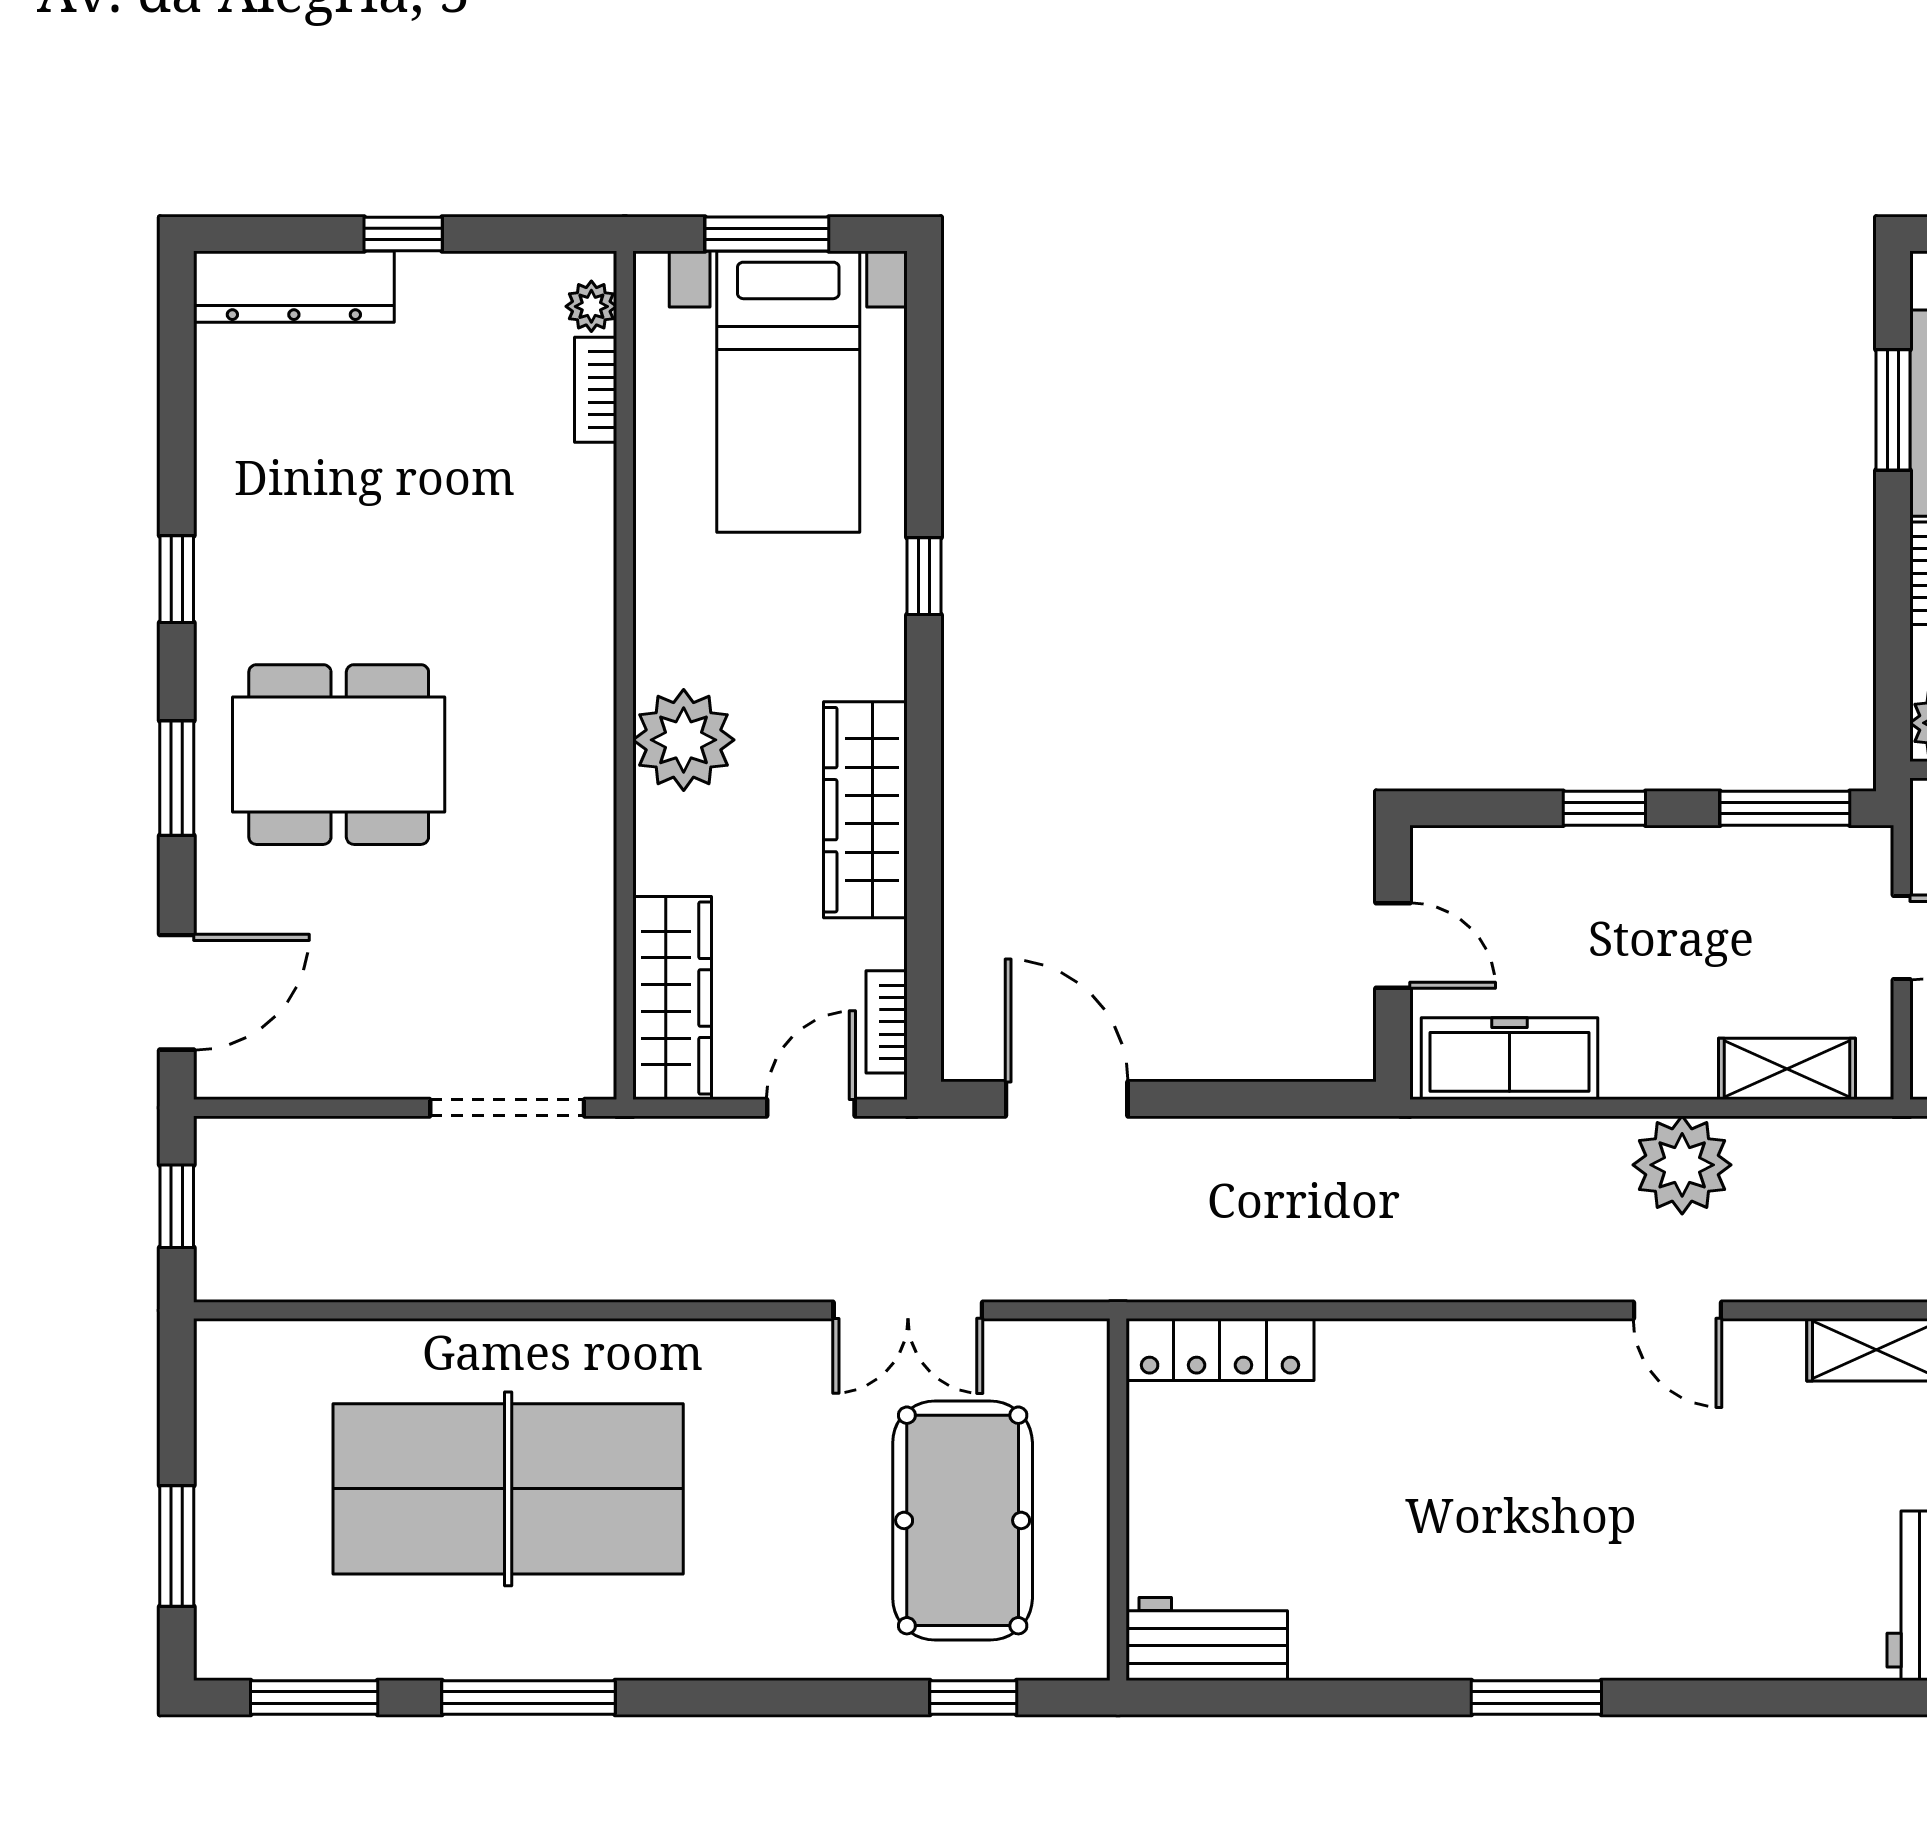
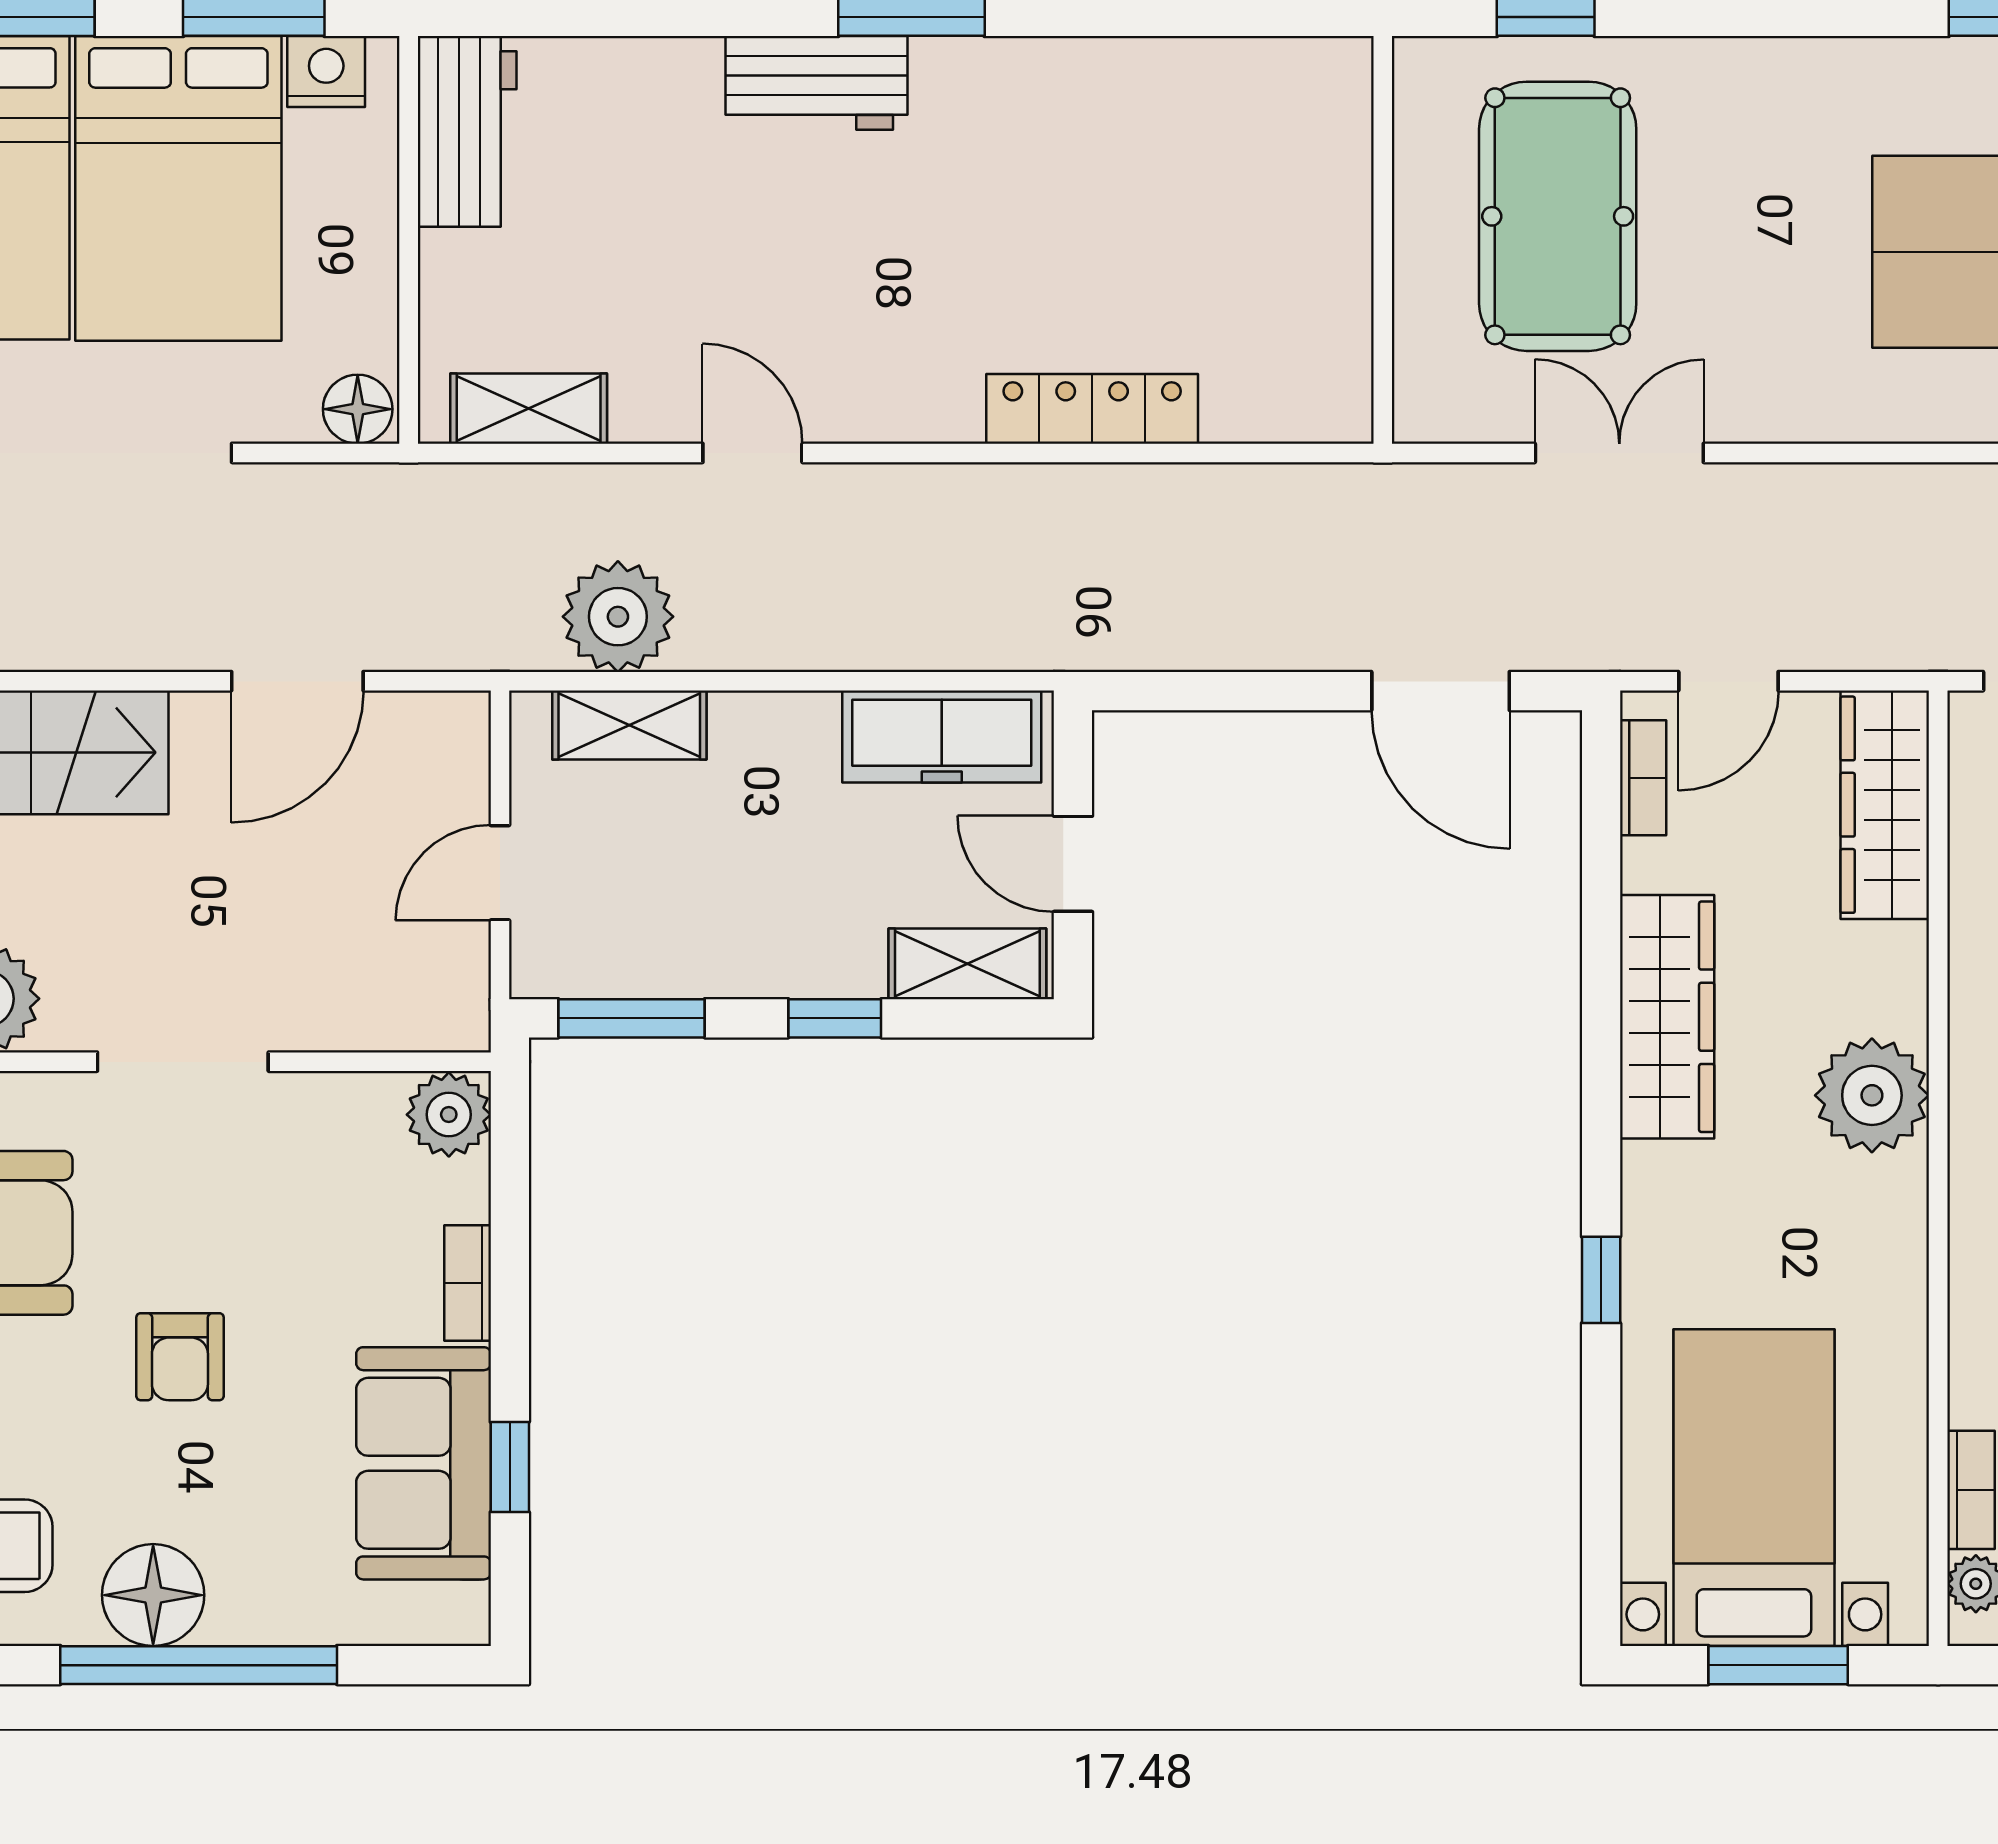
window: (1893, 410) -> (510, 1467), width x0.67
shelving: (1487, 857) -> (967, 964), added
plant: (1682, 1165) -> (618, 617), moved
locker: (1220, 1350) -> (1092, 409), moved
workbench: (1207, 1639) -> (816, 83), moved

